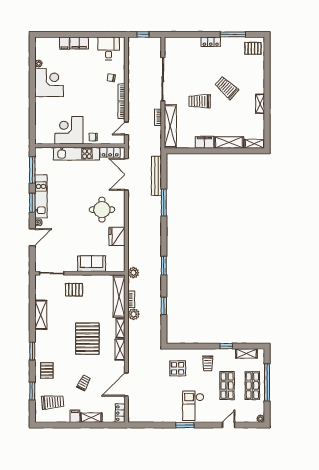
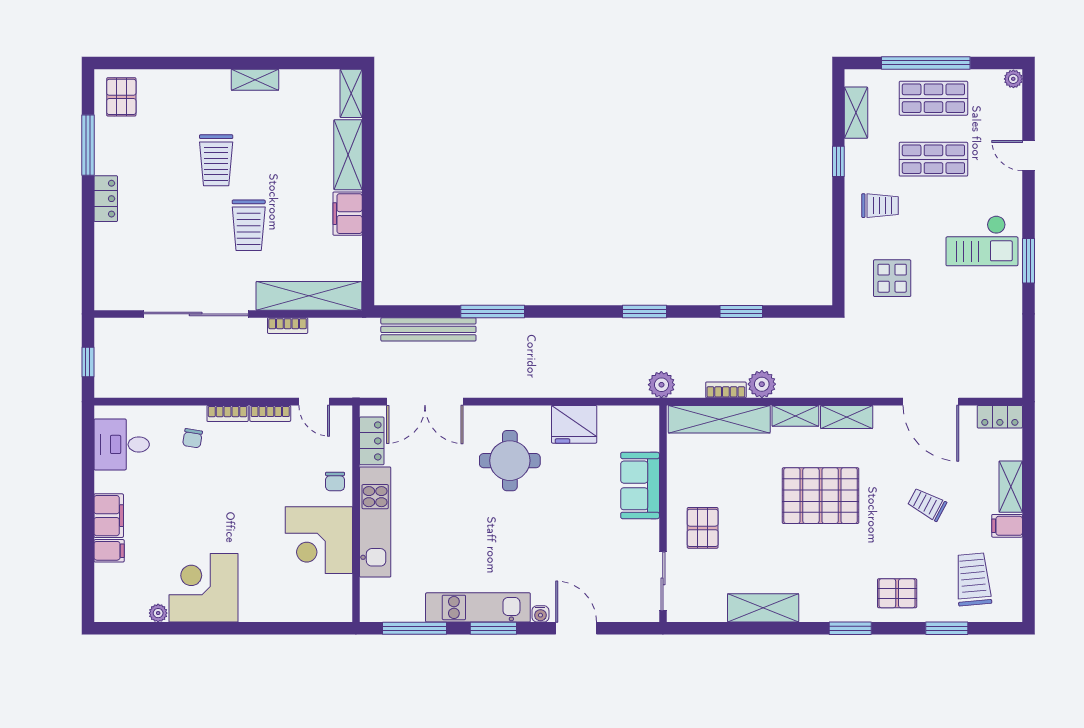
trolley: (227, 88) -> (216, 160), turned -43

